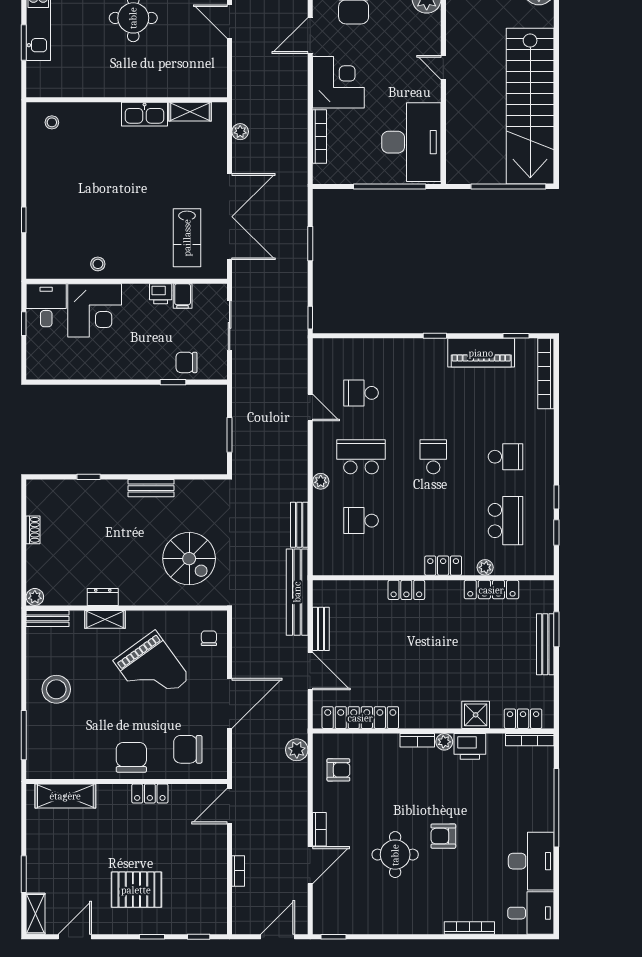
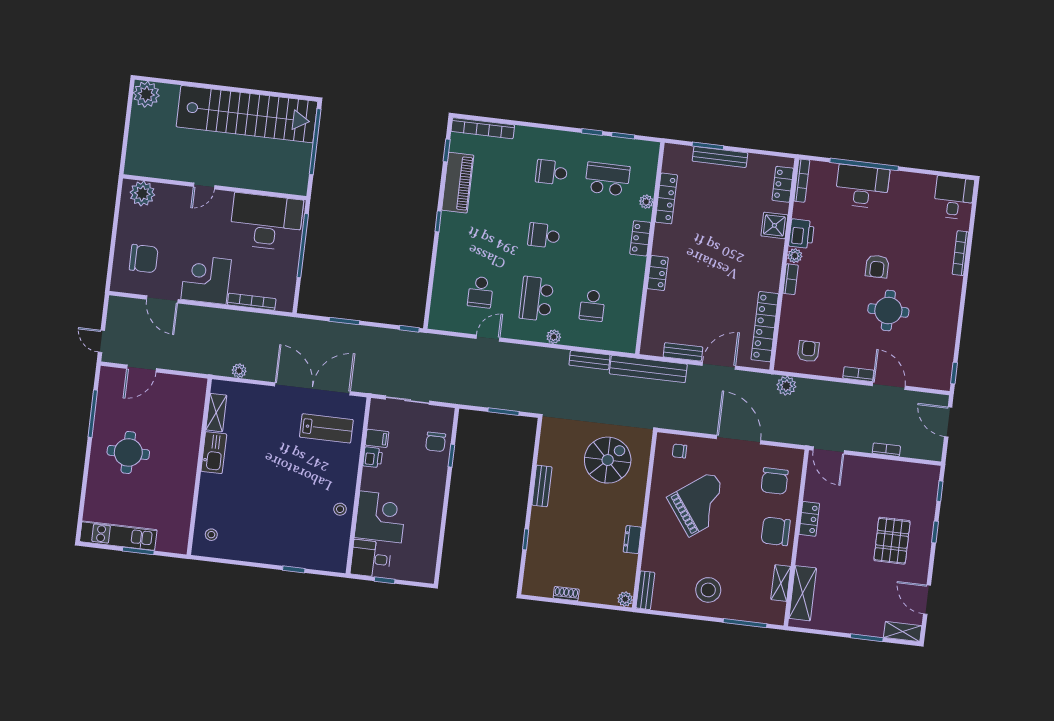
school desk: (506, 457) -> (551, 172), turned -90
shelving: (105, 619) -> (781, 583), moved
desk: (531, 861) -> (862, 187), moved

